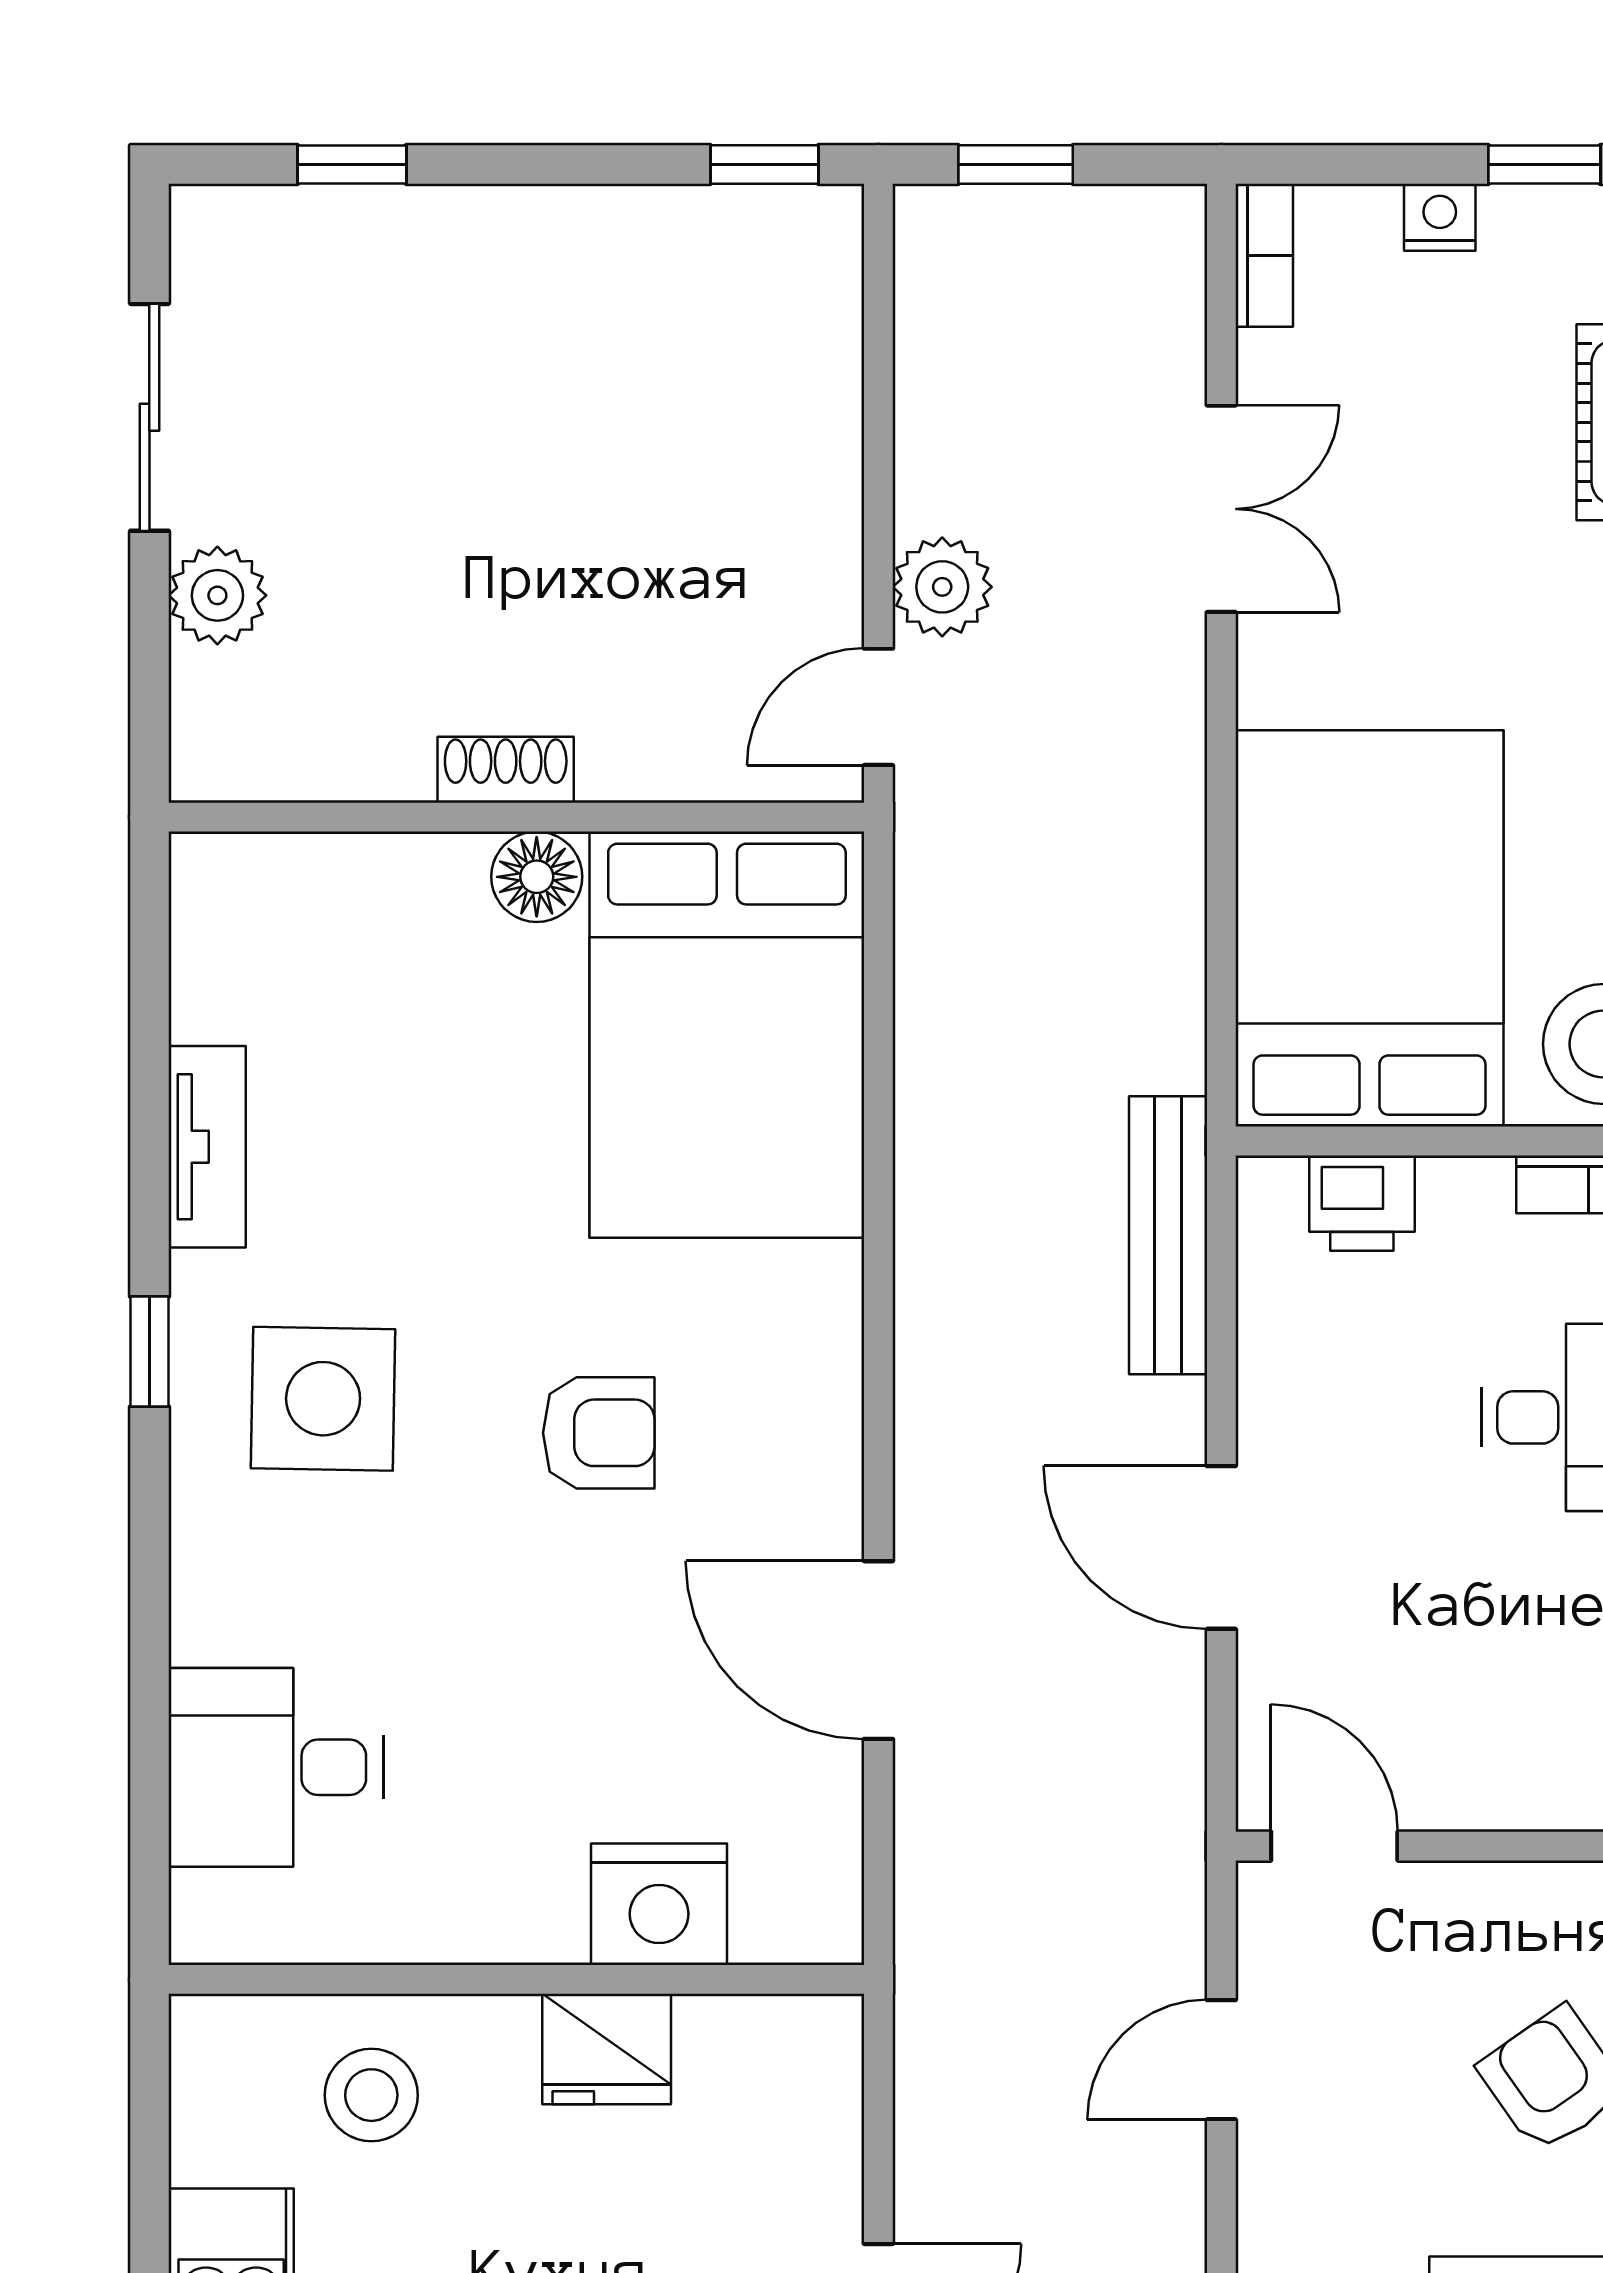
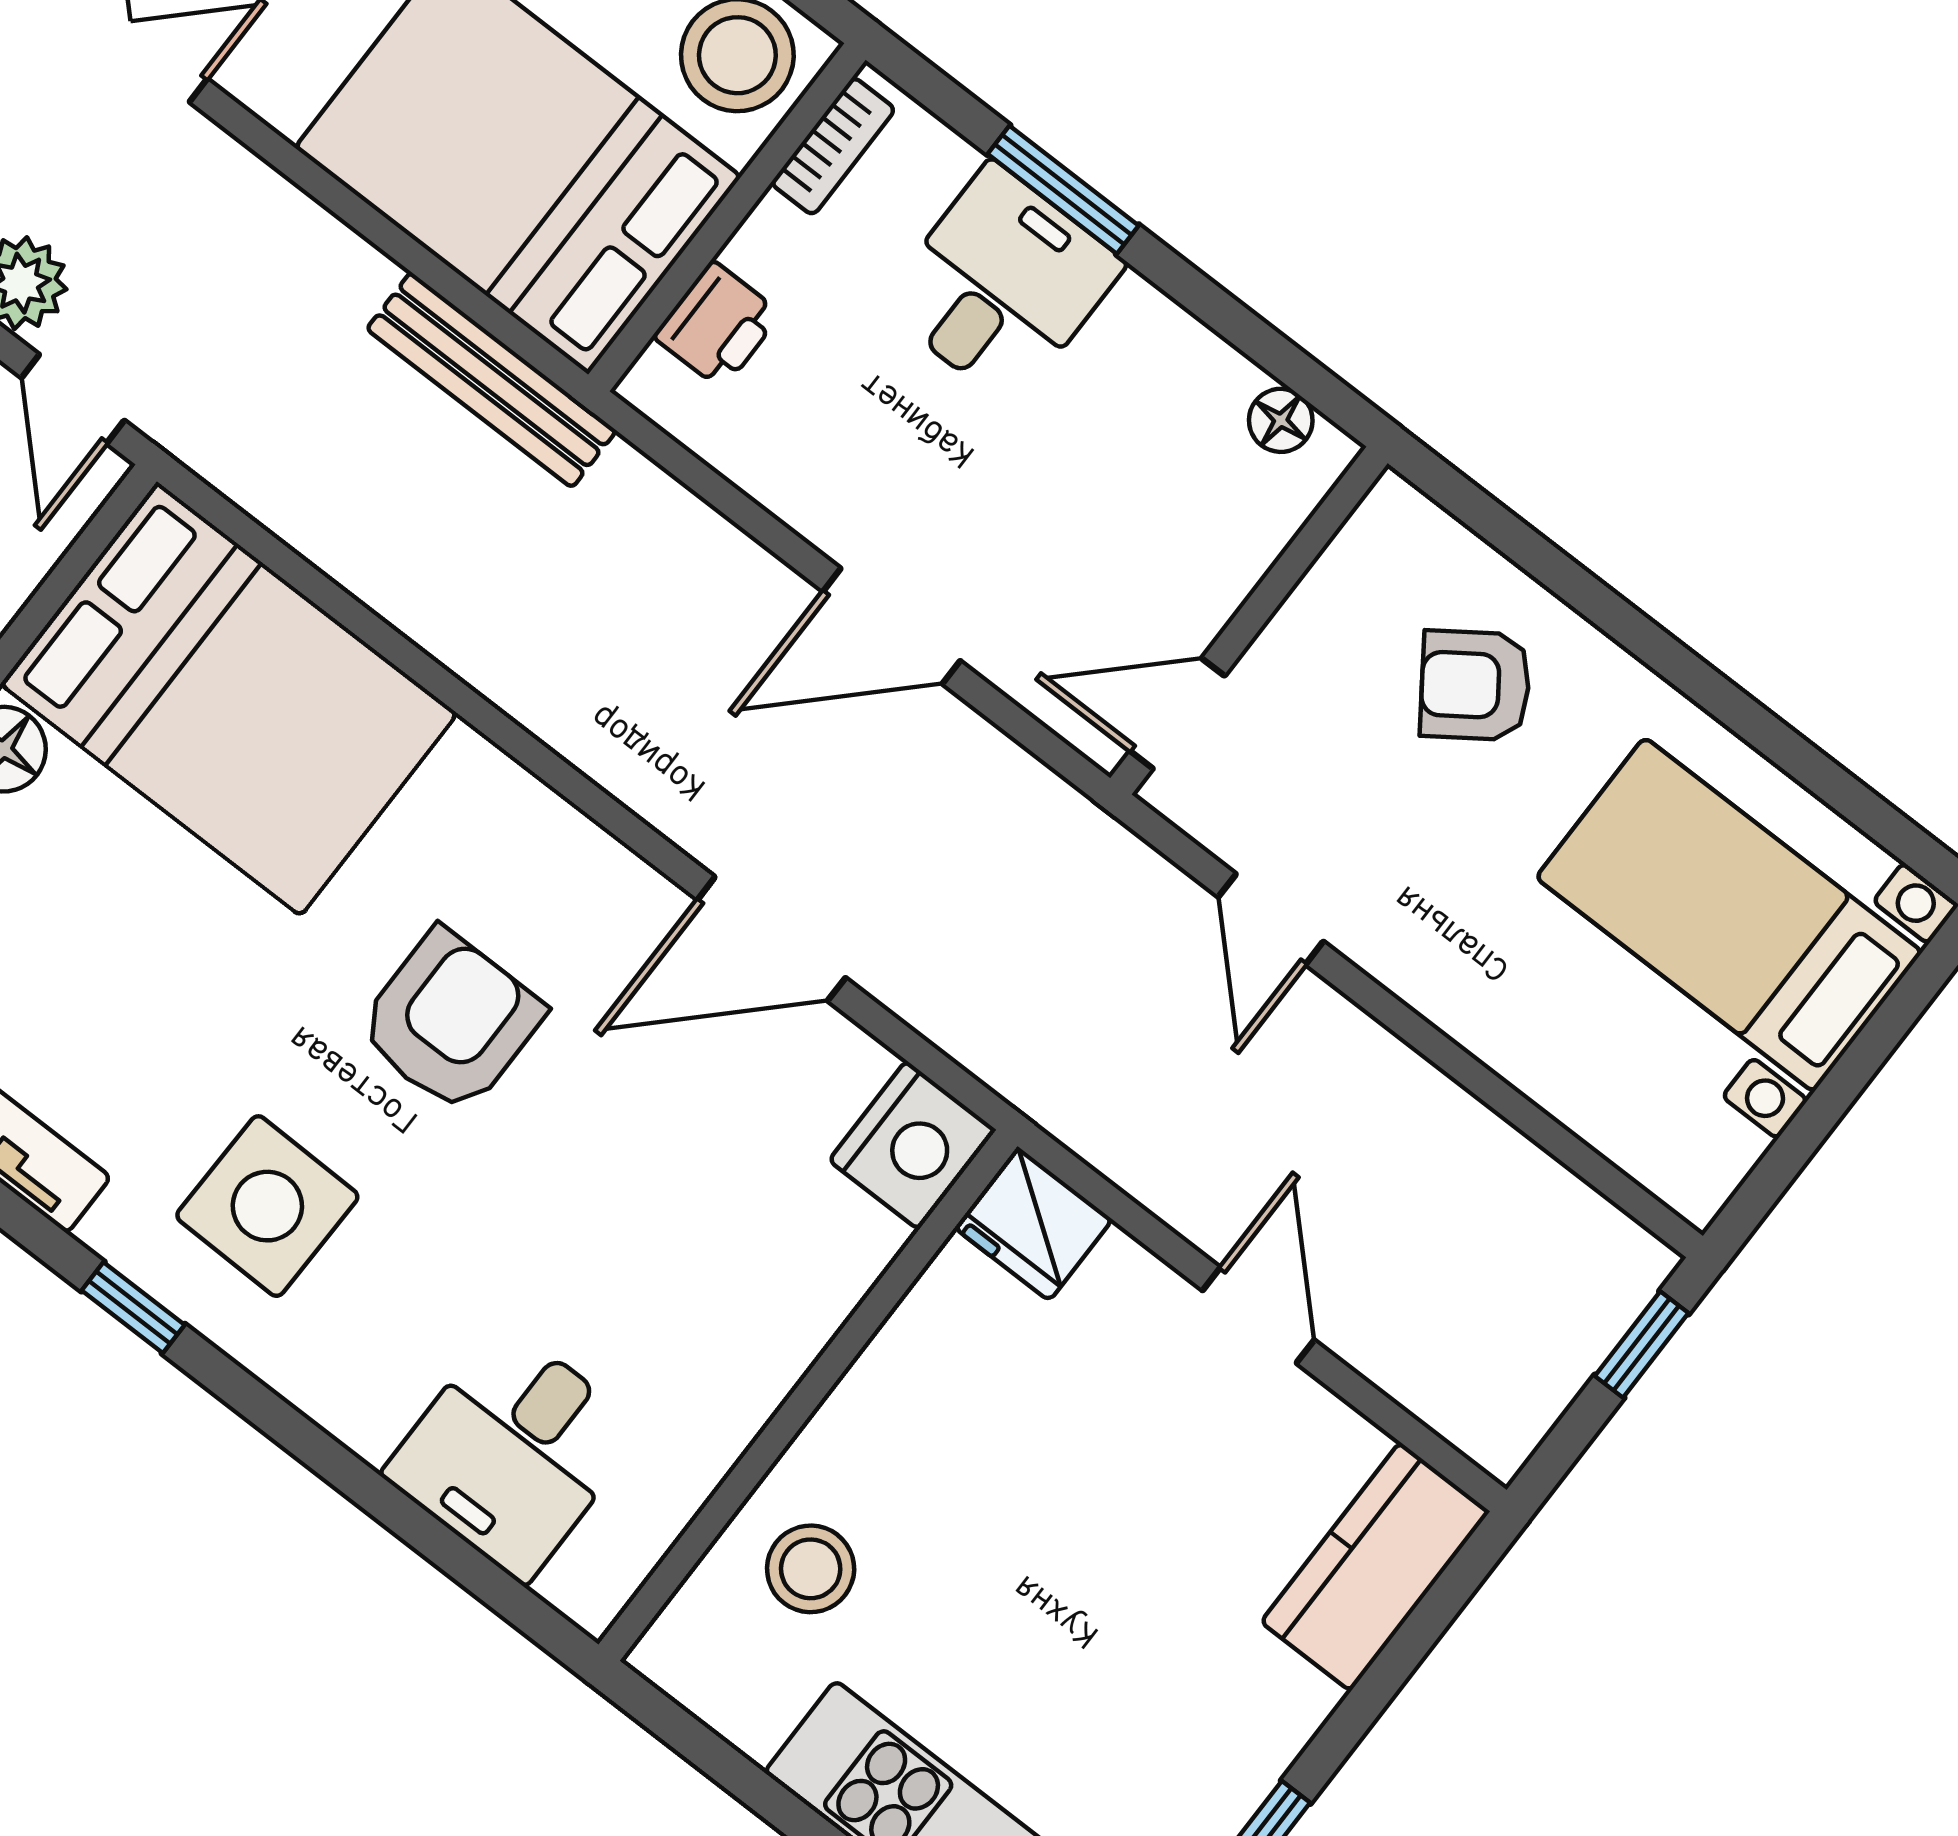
bench: (1168, 1235) -> (491, 380), moved
armchair: (599, 1433) -> (450, 1021), width x1.38, depth x1.38
nightstand: (659, 1904) -> (912, 1145), moved
fridge: (607, 2049) -> (1033, 1224), moved, turned 90

